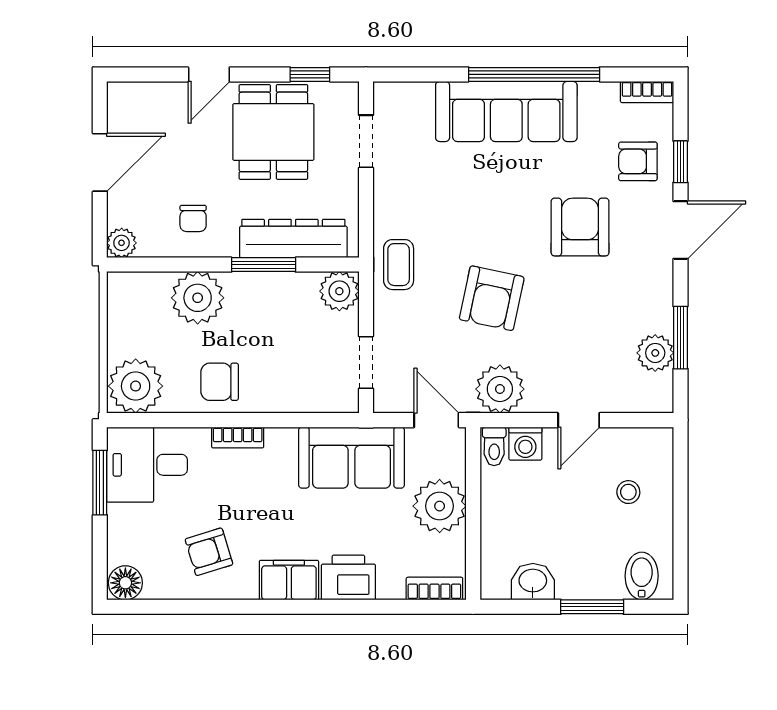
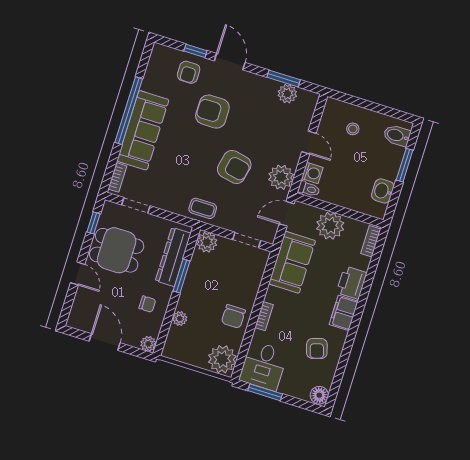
bookcase: (647, 92) -> (117, 177), moved
plant: (198, 298) -> (180, 319), width x0.53, depth x0.53

